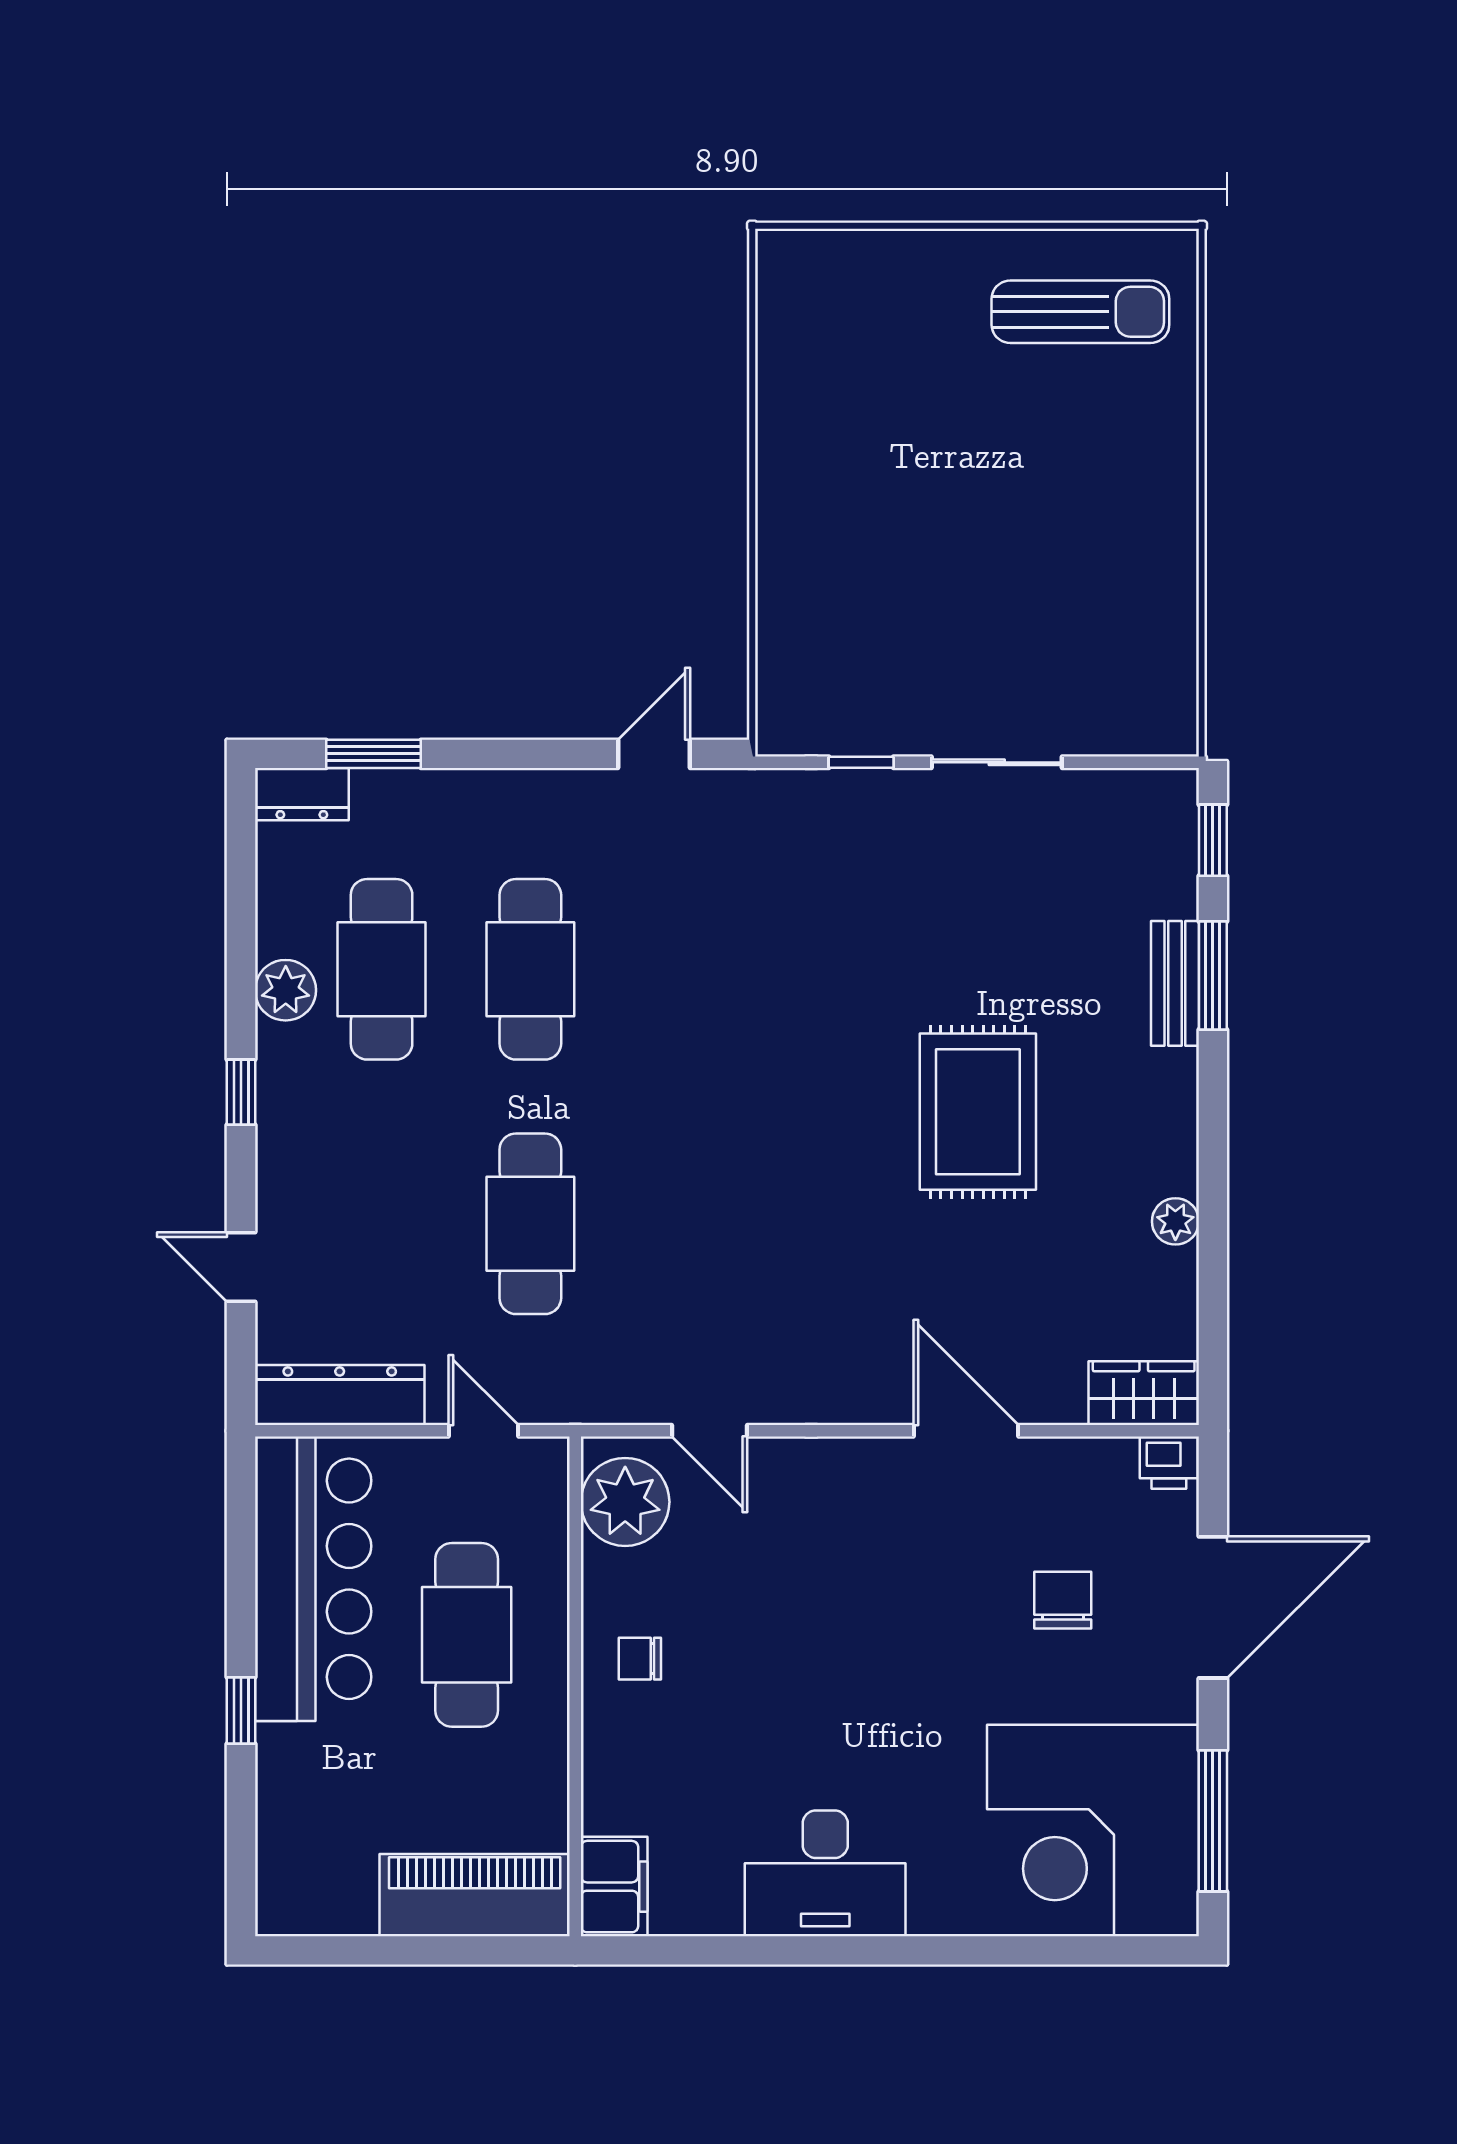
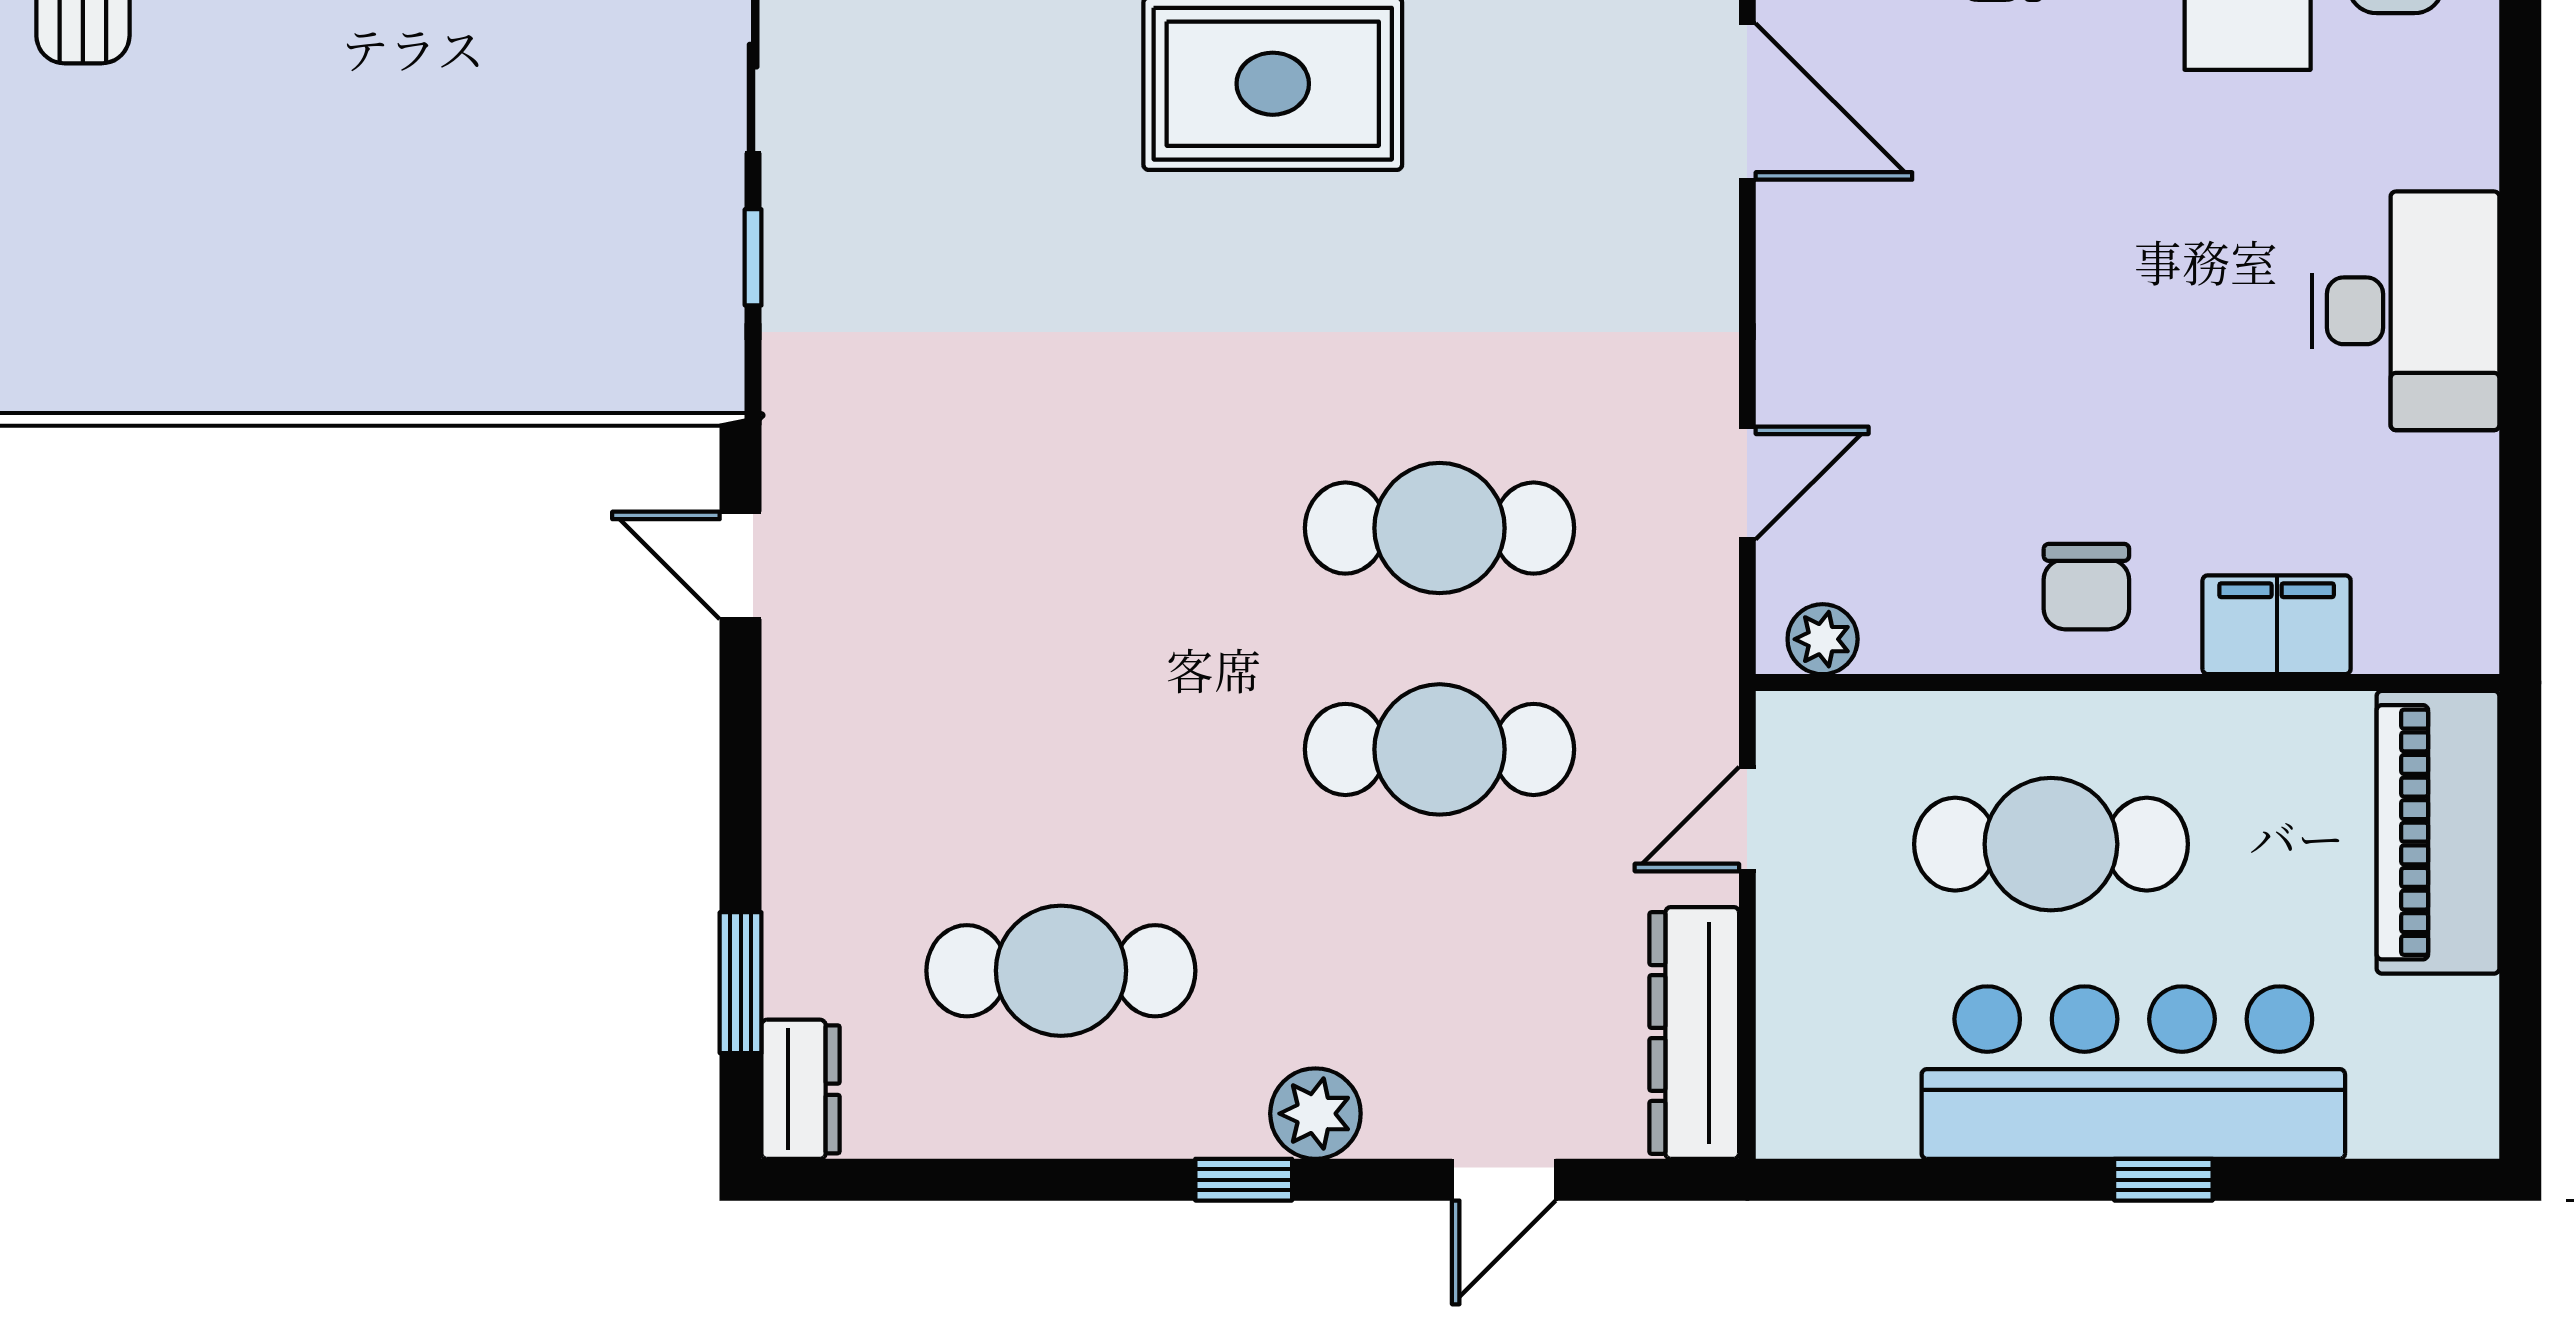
cafe table: (530, 969) -> (1440, 528), moved
plant: (286, 990) -> (1315, 1114), moved
door: (966, 1431) -> (1747, 101), swing flipped
plant: (625, 1502) -> (1823, 639), width x0.53, depth x0.53
bar counter: (313, 1579) -> (2133, 1073), moved
chair: (640, 1659) -> (2086, 587), width x1.37, depth x1.37
filing cabinet: (614, 1887) -> (2277, 625), moved

